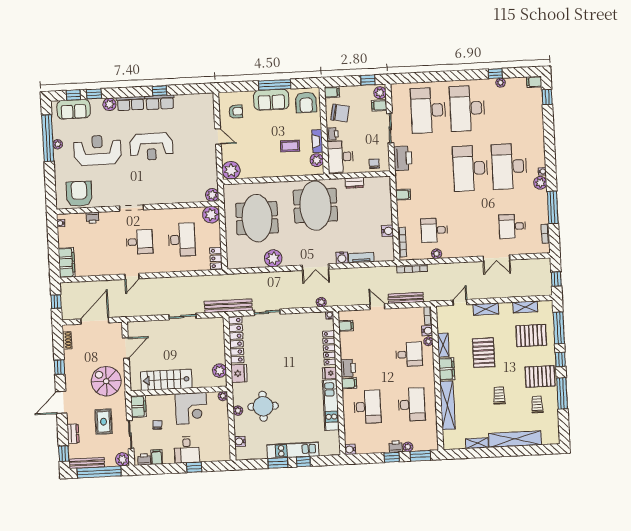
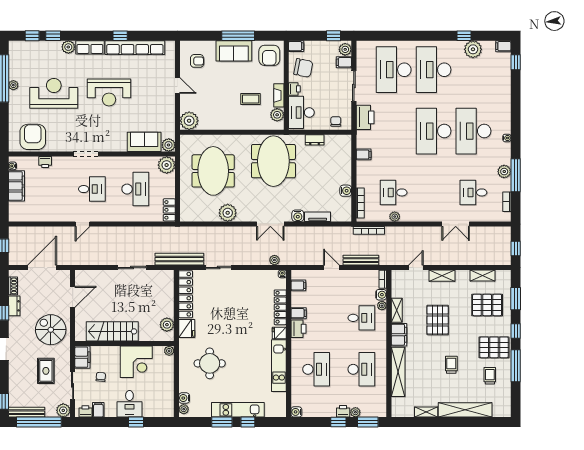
plant: (501, 83) -> (473, 49), width x1.88, depth x1.88
row of seats: (160, 102) -> (135, 48), width x2.02
sofa: (74, 109) -> (144, 142), moved, turned 180
plant: (540, 183) -> (504, 172), moved
filing cabinet: (67, 263) -> (16, 186), moved
window: (559, 328) -> (516, 299), width x0.69
filing cabinet: (349, 383) -> (299, 313), moved
plant: (238, 411) -> (184, 409), moved
dresser: (73, 434) -> (14, 306), moved

